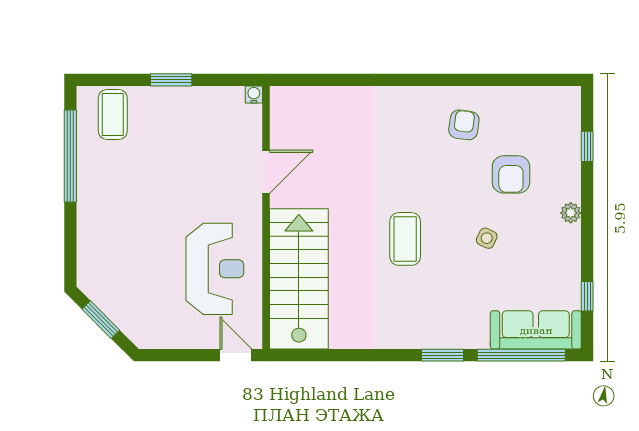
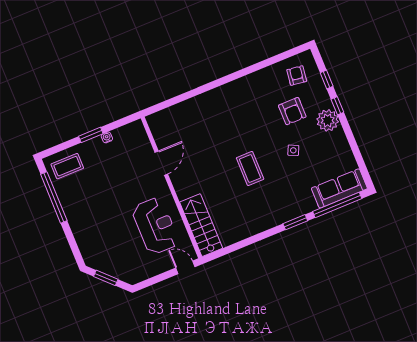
water cooler: (254, 95) -> (107, 137), moved
coffee table: (113, 115) -> (67, 166), turned 90
armchair: (464, 125) -> (297, 76), moved
plant: (571, 213) -> (328, 120), width x1.87, depth x1.87
stairs: (299, 279) -> (201, 225), width x0.73, depth x0.66
window: (587, 296) -> (337, 106), moved

